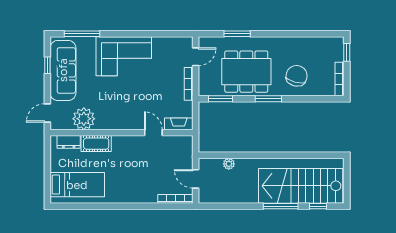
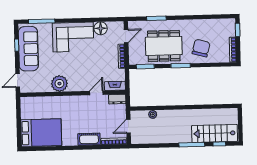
floor lamp: (161, 45) -> (101, 28), added
plant: (84, 119) -> (59, 84), moved
door: (153, 133) -> (96, 93), hinge flipped
dresser: (69, 142) -> (117, 99), moved
cot: (96, 144) -> (89, 139), moved
door: (196, 179) -> (128, 126), hinge flipped
bed: (77, 185) -> (41, 133), width x1.50
stairs: (301, 186) -> (215, 133), width x0.73, depth x0.66

